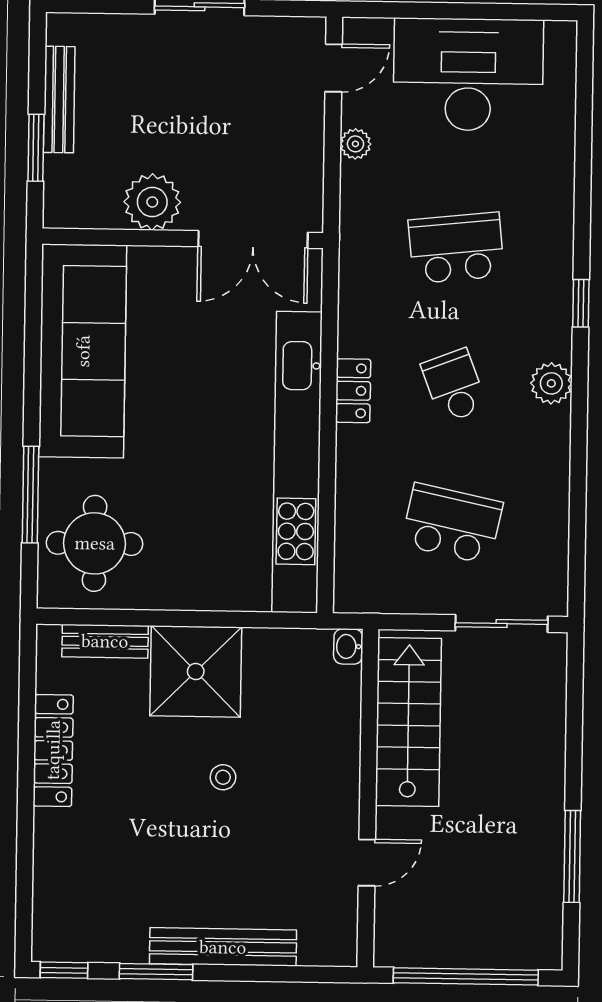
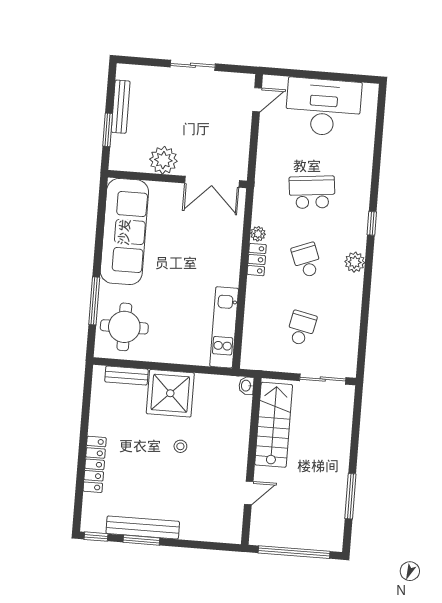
plant: (355, 144) -> (258, 234), moved
kitchen unit: (297, 462) -> (224, 327), width x0.54
school desk: (452, 524) -> (301, 328), width x0.54
locker: (53, 750) -> (95, 464), moved
bench: (223, 947) -> (143, 527), moved

